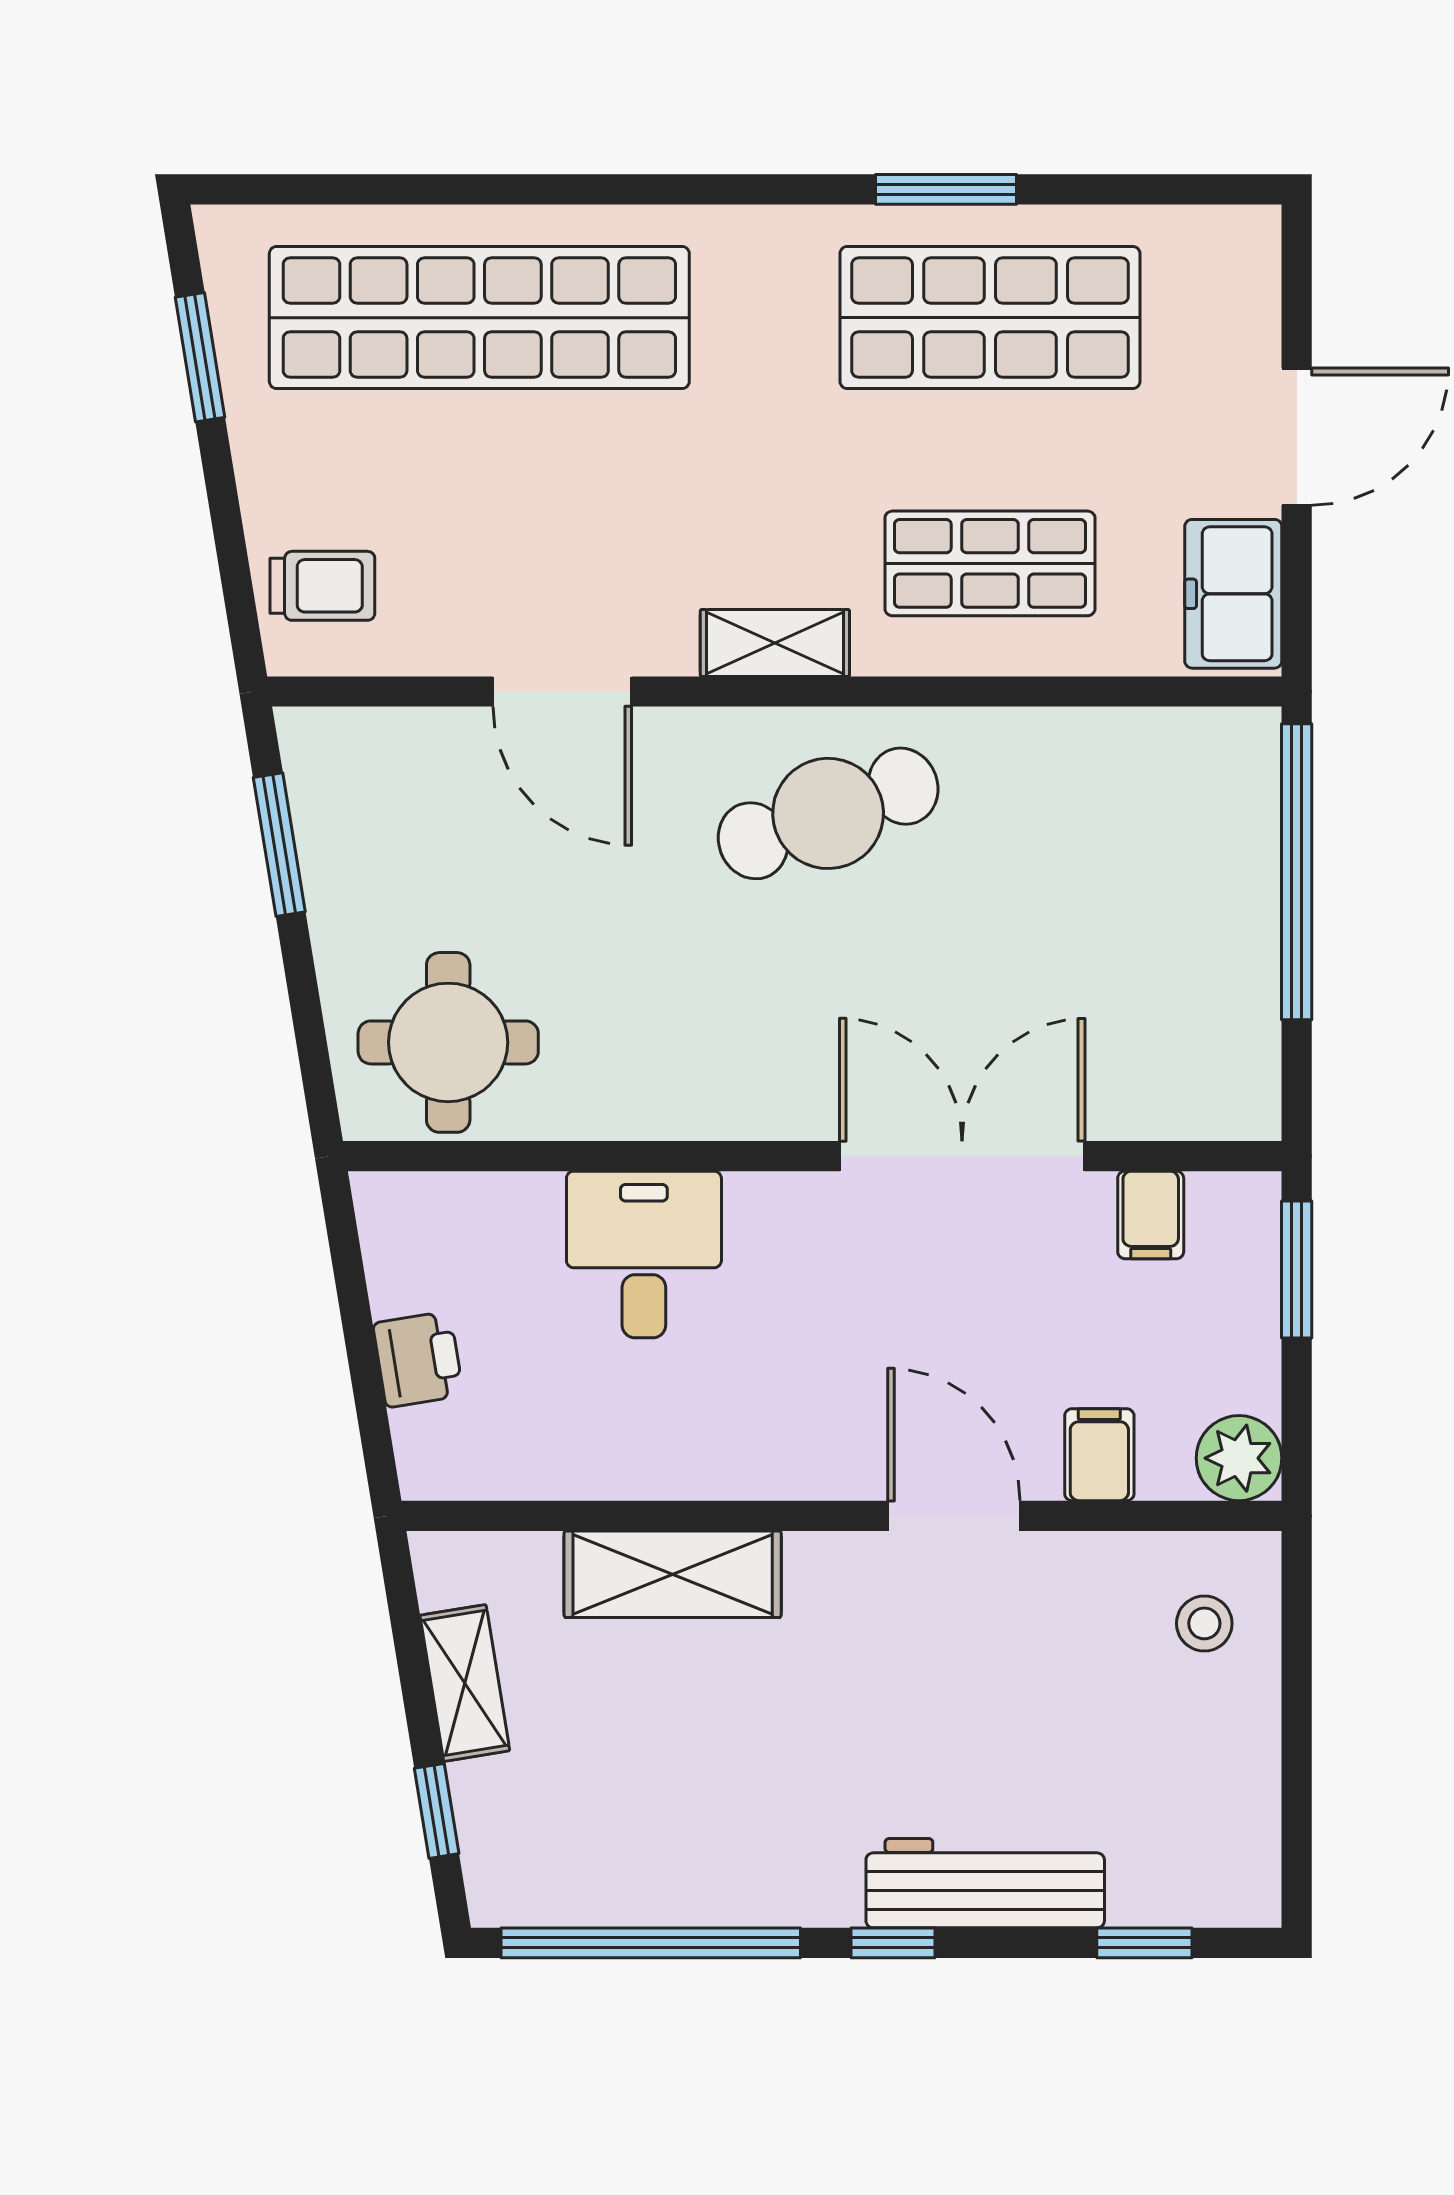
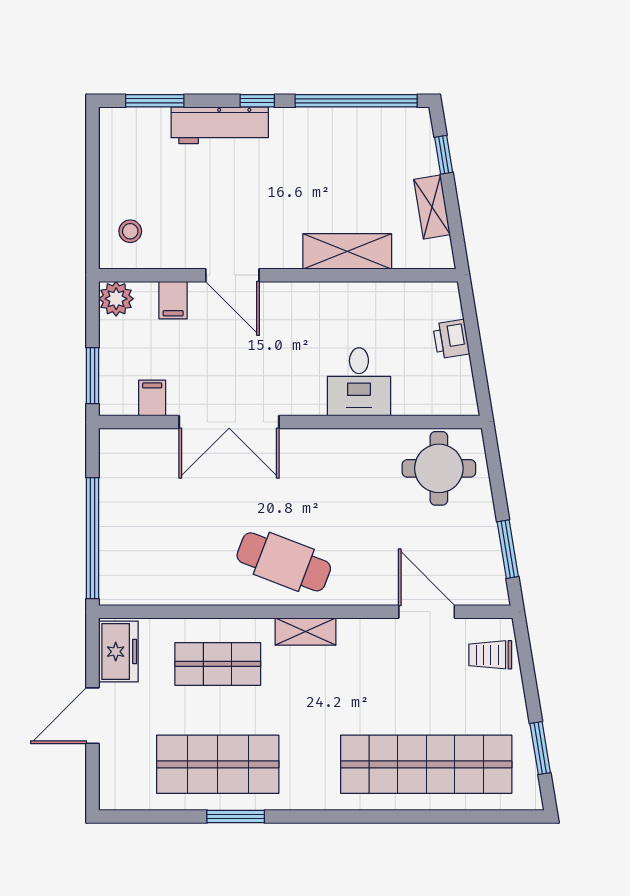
door: (562, 691) -> (427, 612), moved
cafe table: (828, 813) -> (284, 562), turned 41
window: (1144, 1943) -> (155, 101), width x1.50

